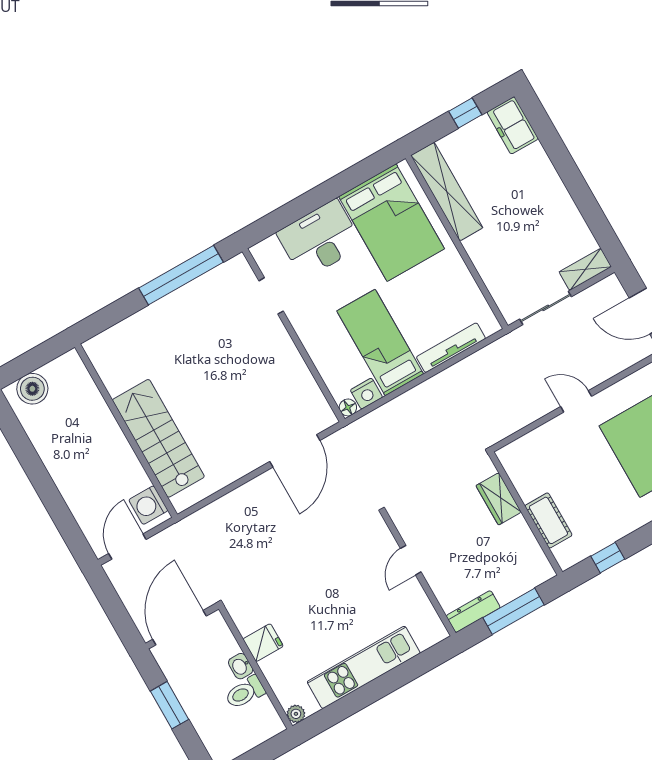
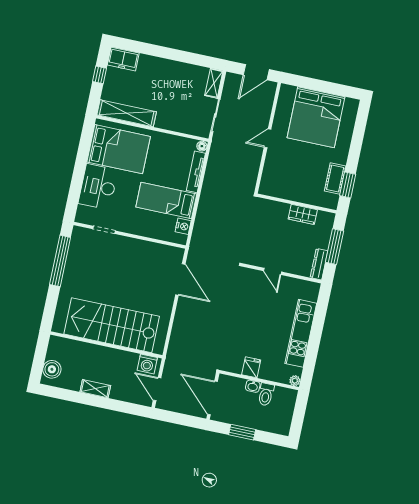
floor lamp: (348, 407) -> (202, 146), moved
stairs: (158, 438) -> (112, 325), width x1.36, depth x1.51
shelving: (57, 467) -> (95, 389), added
wardrobe: (499, 499) -> (303, 214), moved
cot: (548, 520) -> (335, 178), moved, turned 90
window: (608, 558) -> (348, 185), width x1.50

